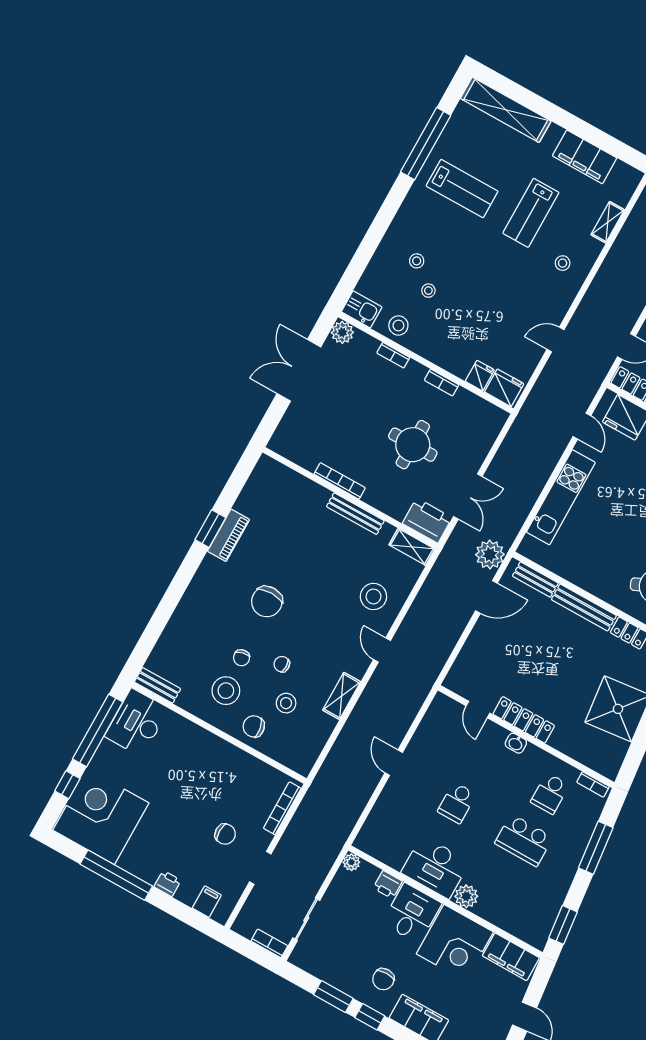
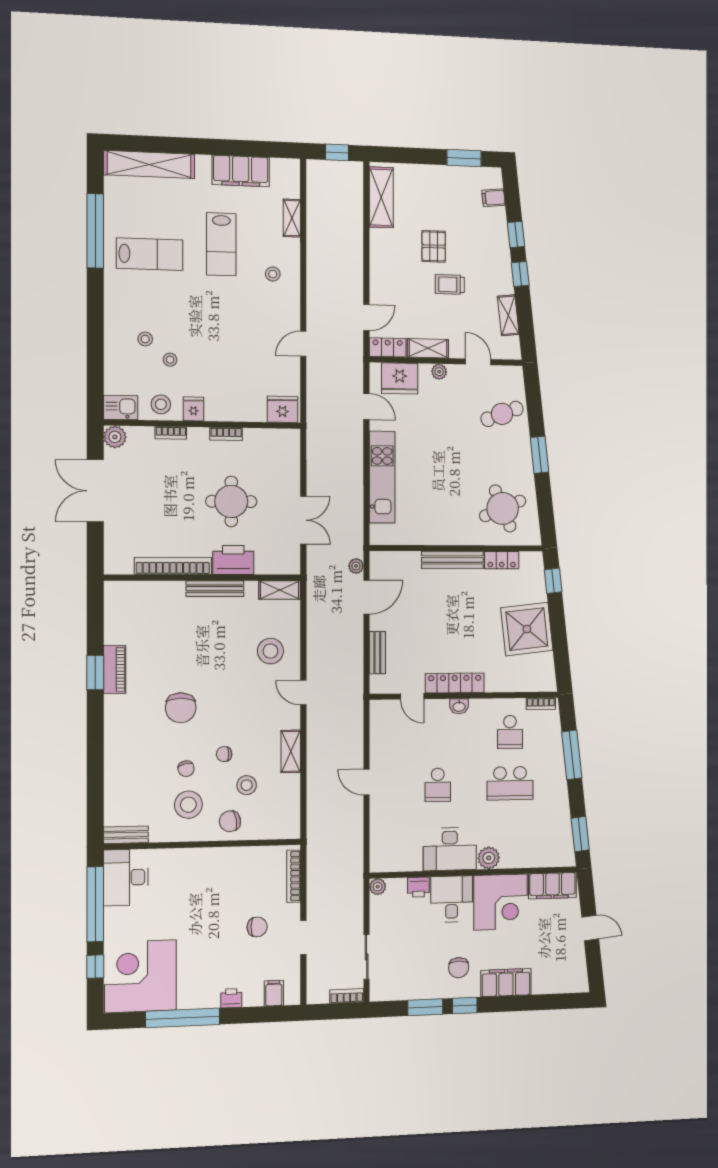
fridge: (480, 376) -> (193, 409), moved
bookcase: (340, 481) -> (173, 566), width x1.48, depth x1.31
printer: (427, 521) -> (233, 560), moved
plant: (490, 555) -> (356, 566), width x0.53, depth x0.53
bench: (535, 580) -> (377, 653), moved, turned 90

